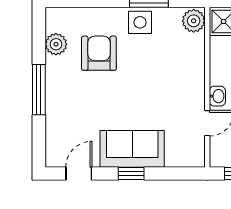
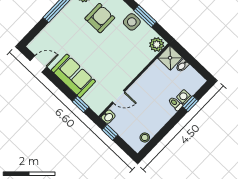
washbasin: (217, 96) -> (108, 117), moved
window: (131, 174) -> (81, 104), moved

